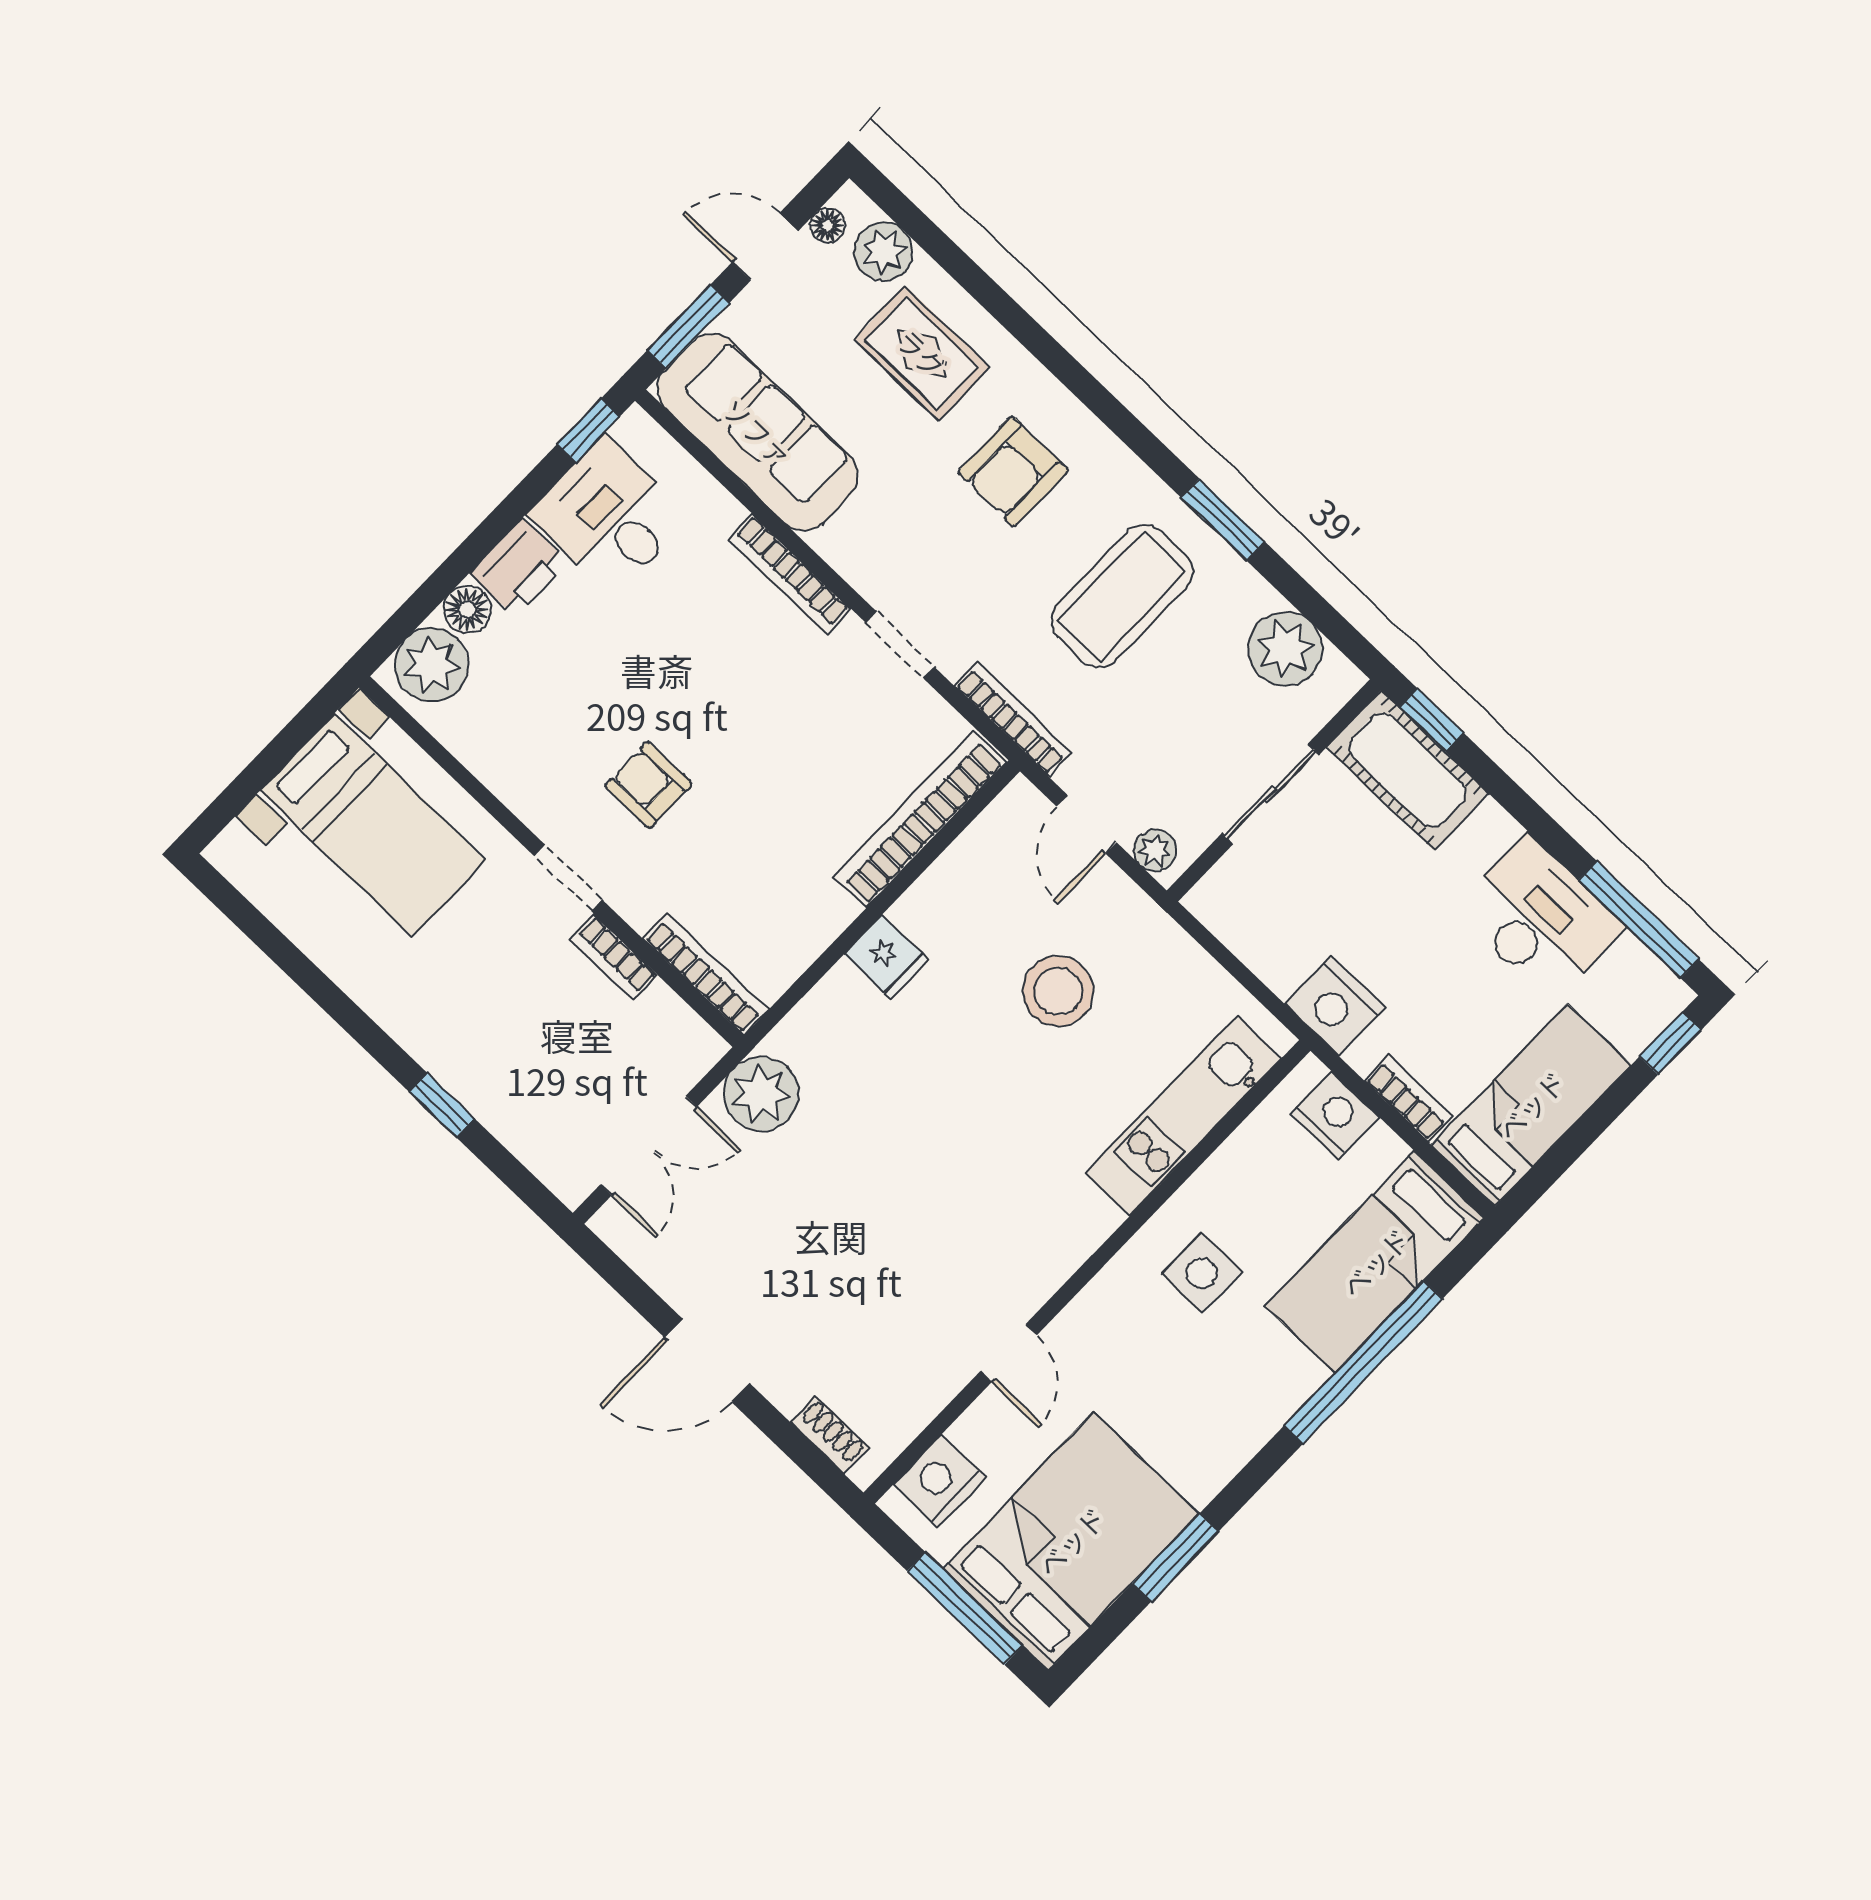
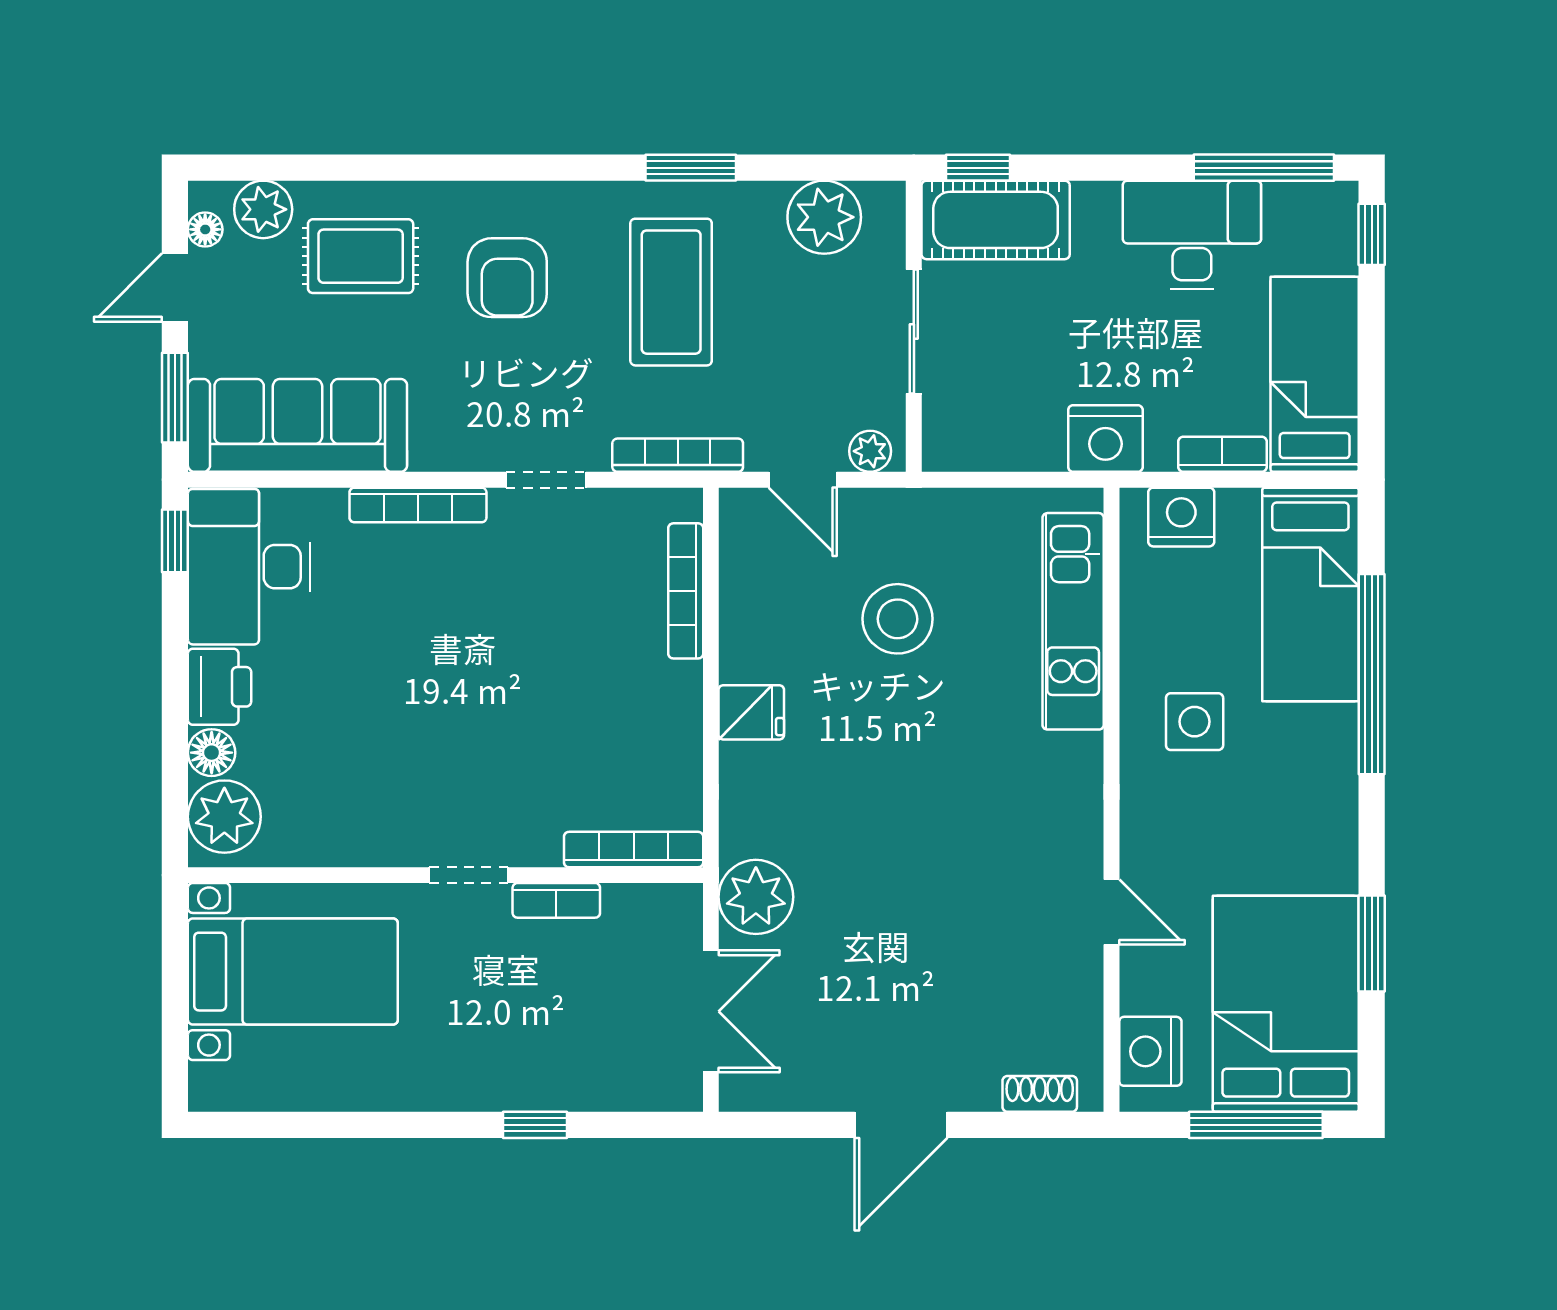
desk: (609, 516) -> (249, 567), width x1.37
armchair: (648, 785) -> (462, 753), removed
bookcase: (920, 819) -> (686, 591), width x0.68, depth x0.76

